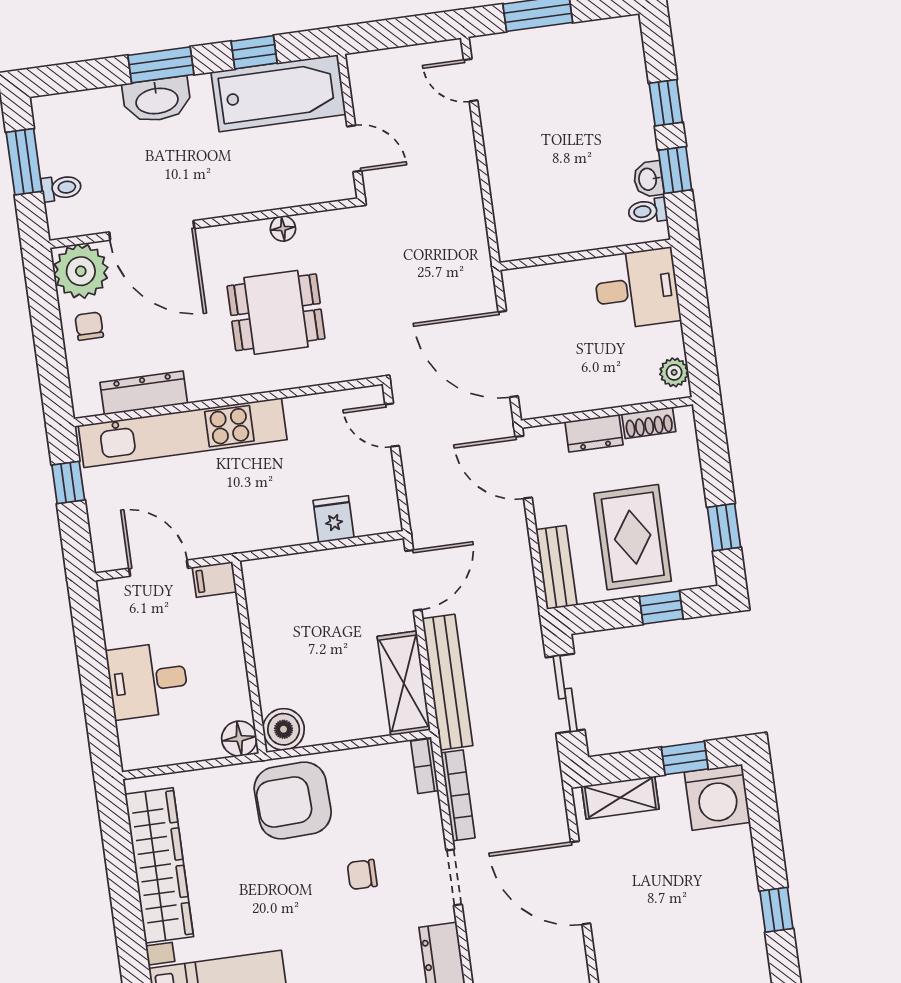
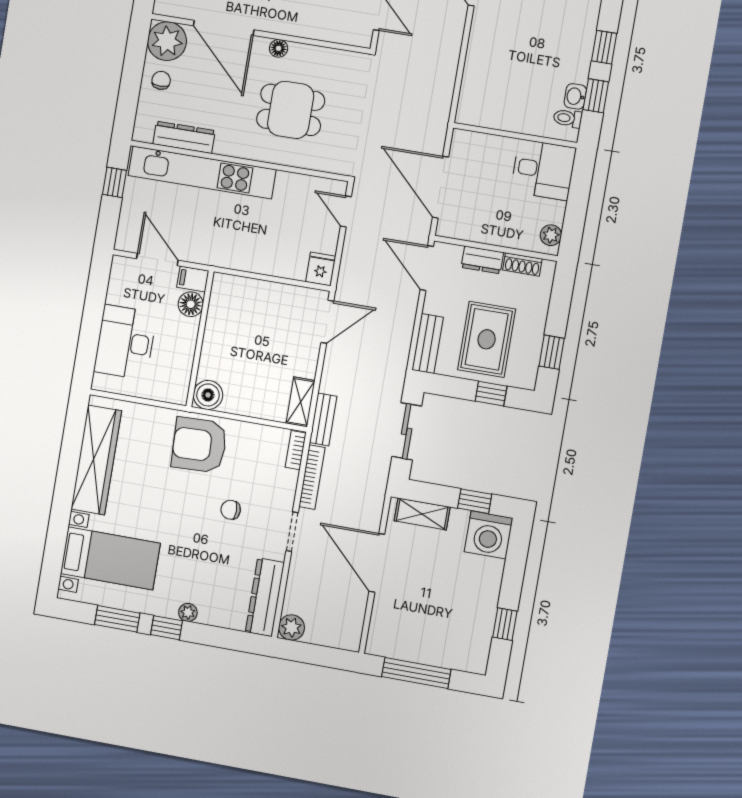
floor lamp: (283, 229) -> (279, 48), moved
fridge: (334, 519) -> (321, 269), moved
desk: (148, 680) -> (125, 342), width x1.37
bench: (447, 682) -> (323, 419), width x0.54, depth x0.82
shelving: (404, 683) -> (301, 402), width x0.67, depth x0.75
floor lamp: (239, 739) -> (191, 304), moved

